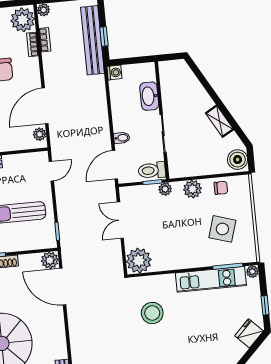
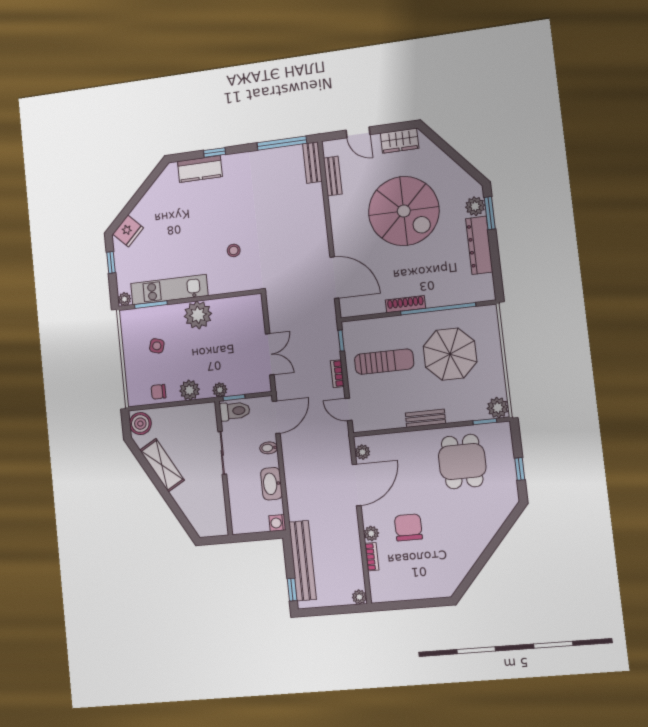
plant: (23, 20) -> (371, 534), moved, width x0.53, depth x0.53
window: (104, 37) -> (292, 590), moved
bookcase: (45, 40) -> (337, 374), moved
washbasin: (149, 96) -> (271, 484), moved, turned 180
shelving: (220, 121) -> (162, 465), width x1.50, depth x1.33
door: (51, 171) -> (349, 409), hinge flipped
side table: (222, 229) -> (157, 346), width x0.54, depth x0.54
plant: (50, 260) -> (349, 307), removed
plant: (139, 261) -> (198, 315), moved
stool: (152, 313) -> (234, 250), width x0.53, depth x0.53

